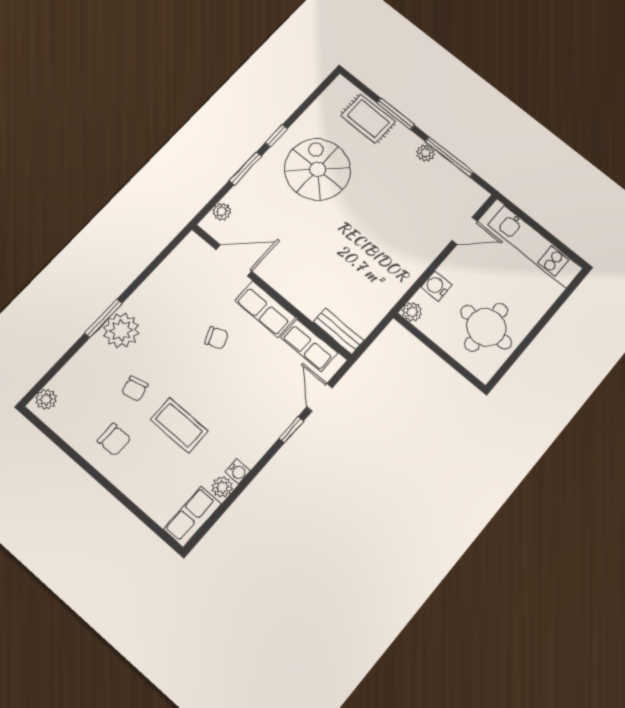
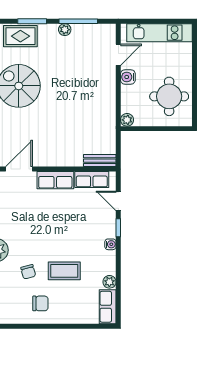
water cooler: (436, 286) -> (128, 77), moved
chair: (217, 338) -> (45, 214), removed
water cooler: (238, 472) -> (110, 244), moved

